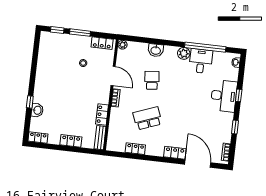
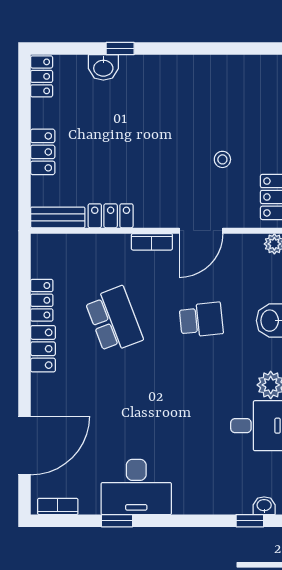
window: (239, 95) -> (250, 521), moved
desk: (224, 96) -> (136, 487), moved
locker: (175, 153) -> (43, 349), moved

